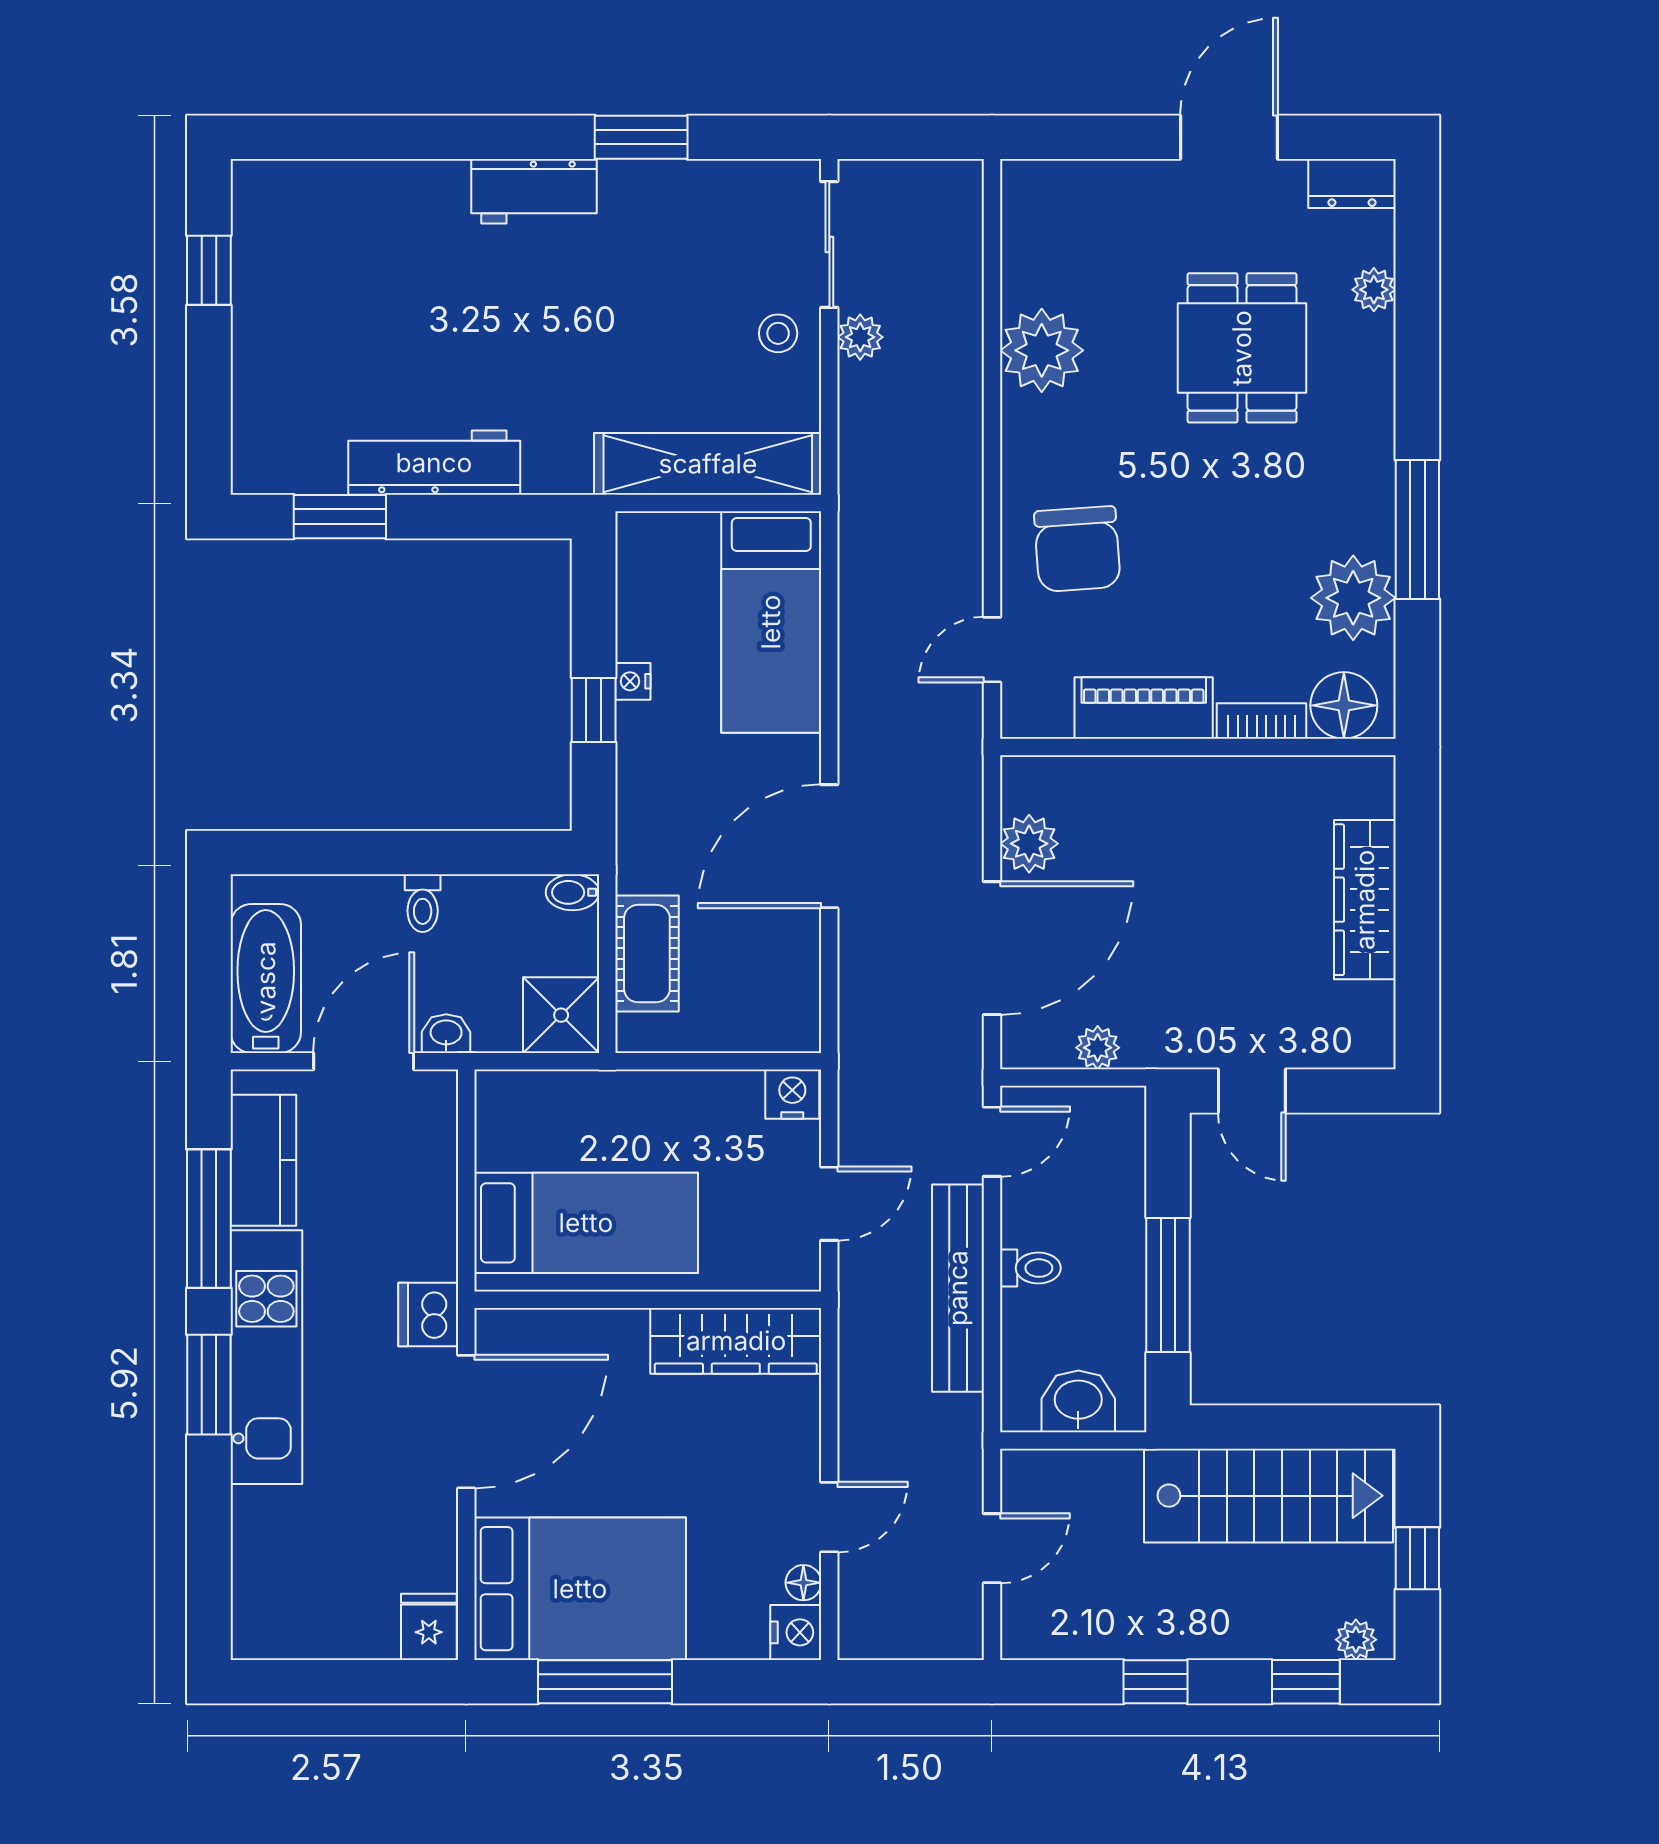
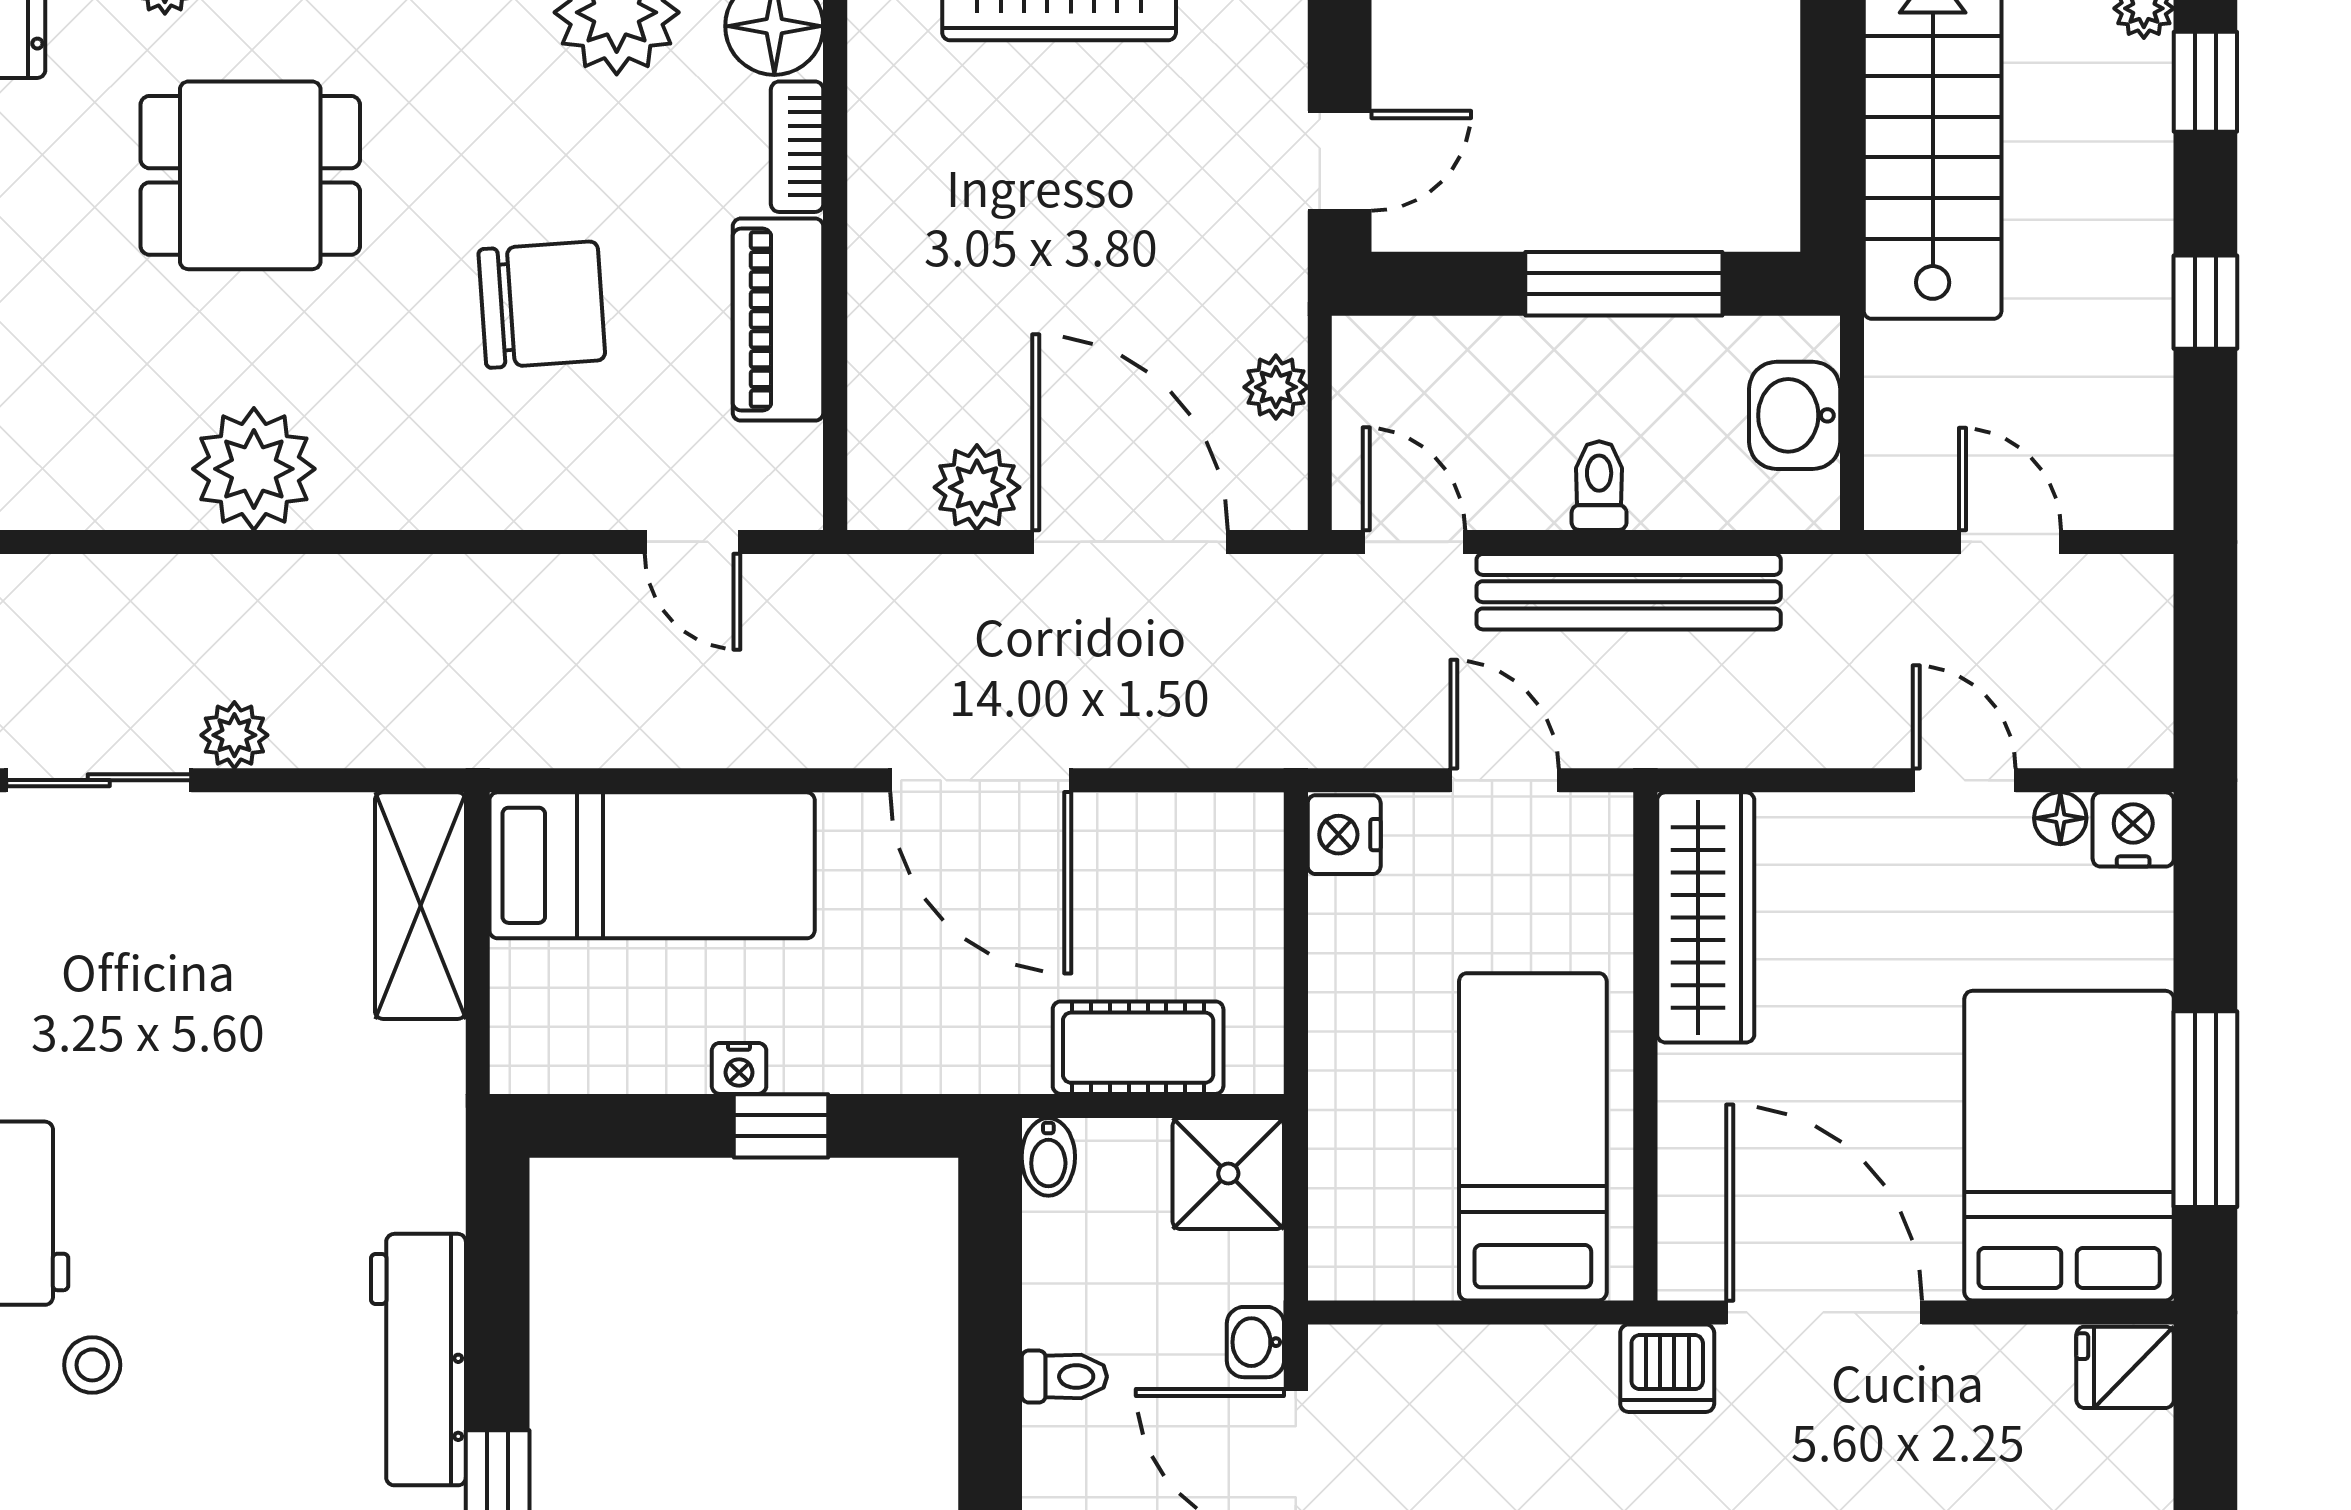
stool: (778, 333) -> (92, 1365), moved
shelving: (708, 464) -> (420, 906), width x0.68
chair: (1077, 549) -> (542, 305), moved

